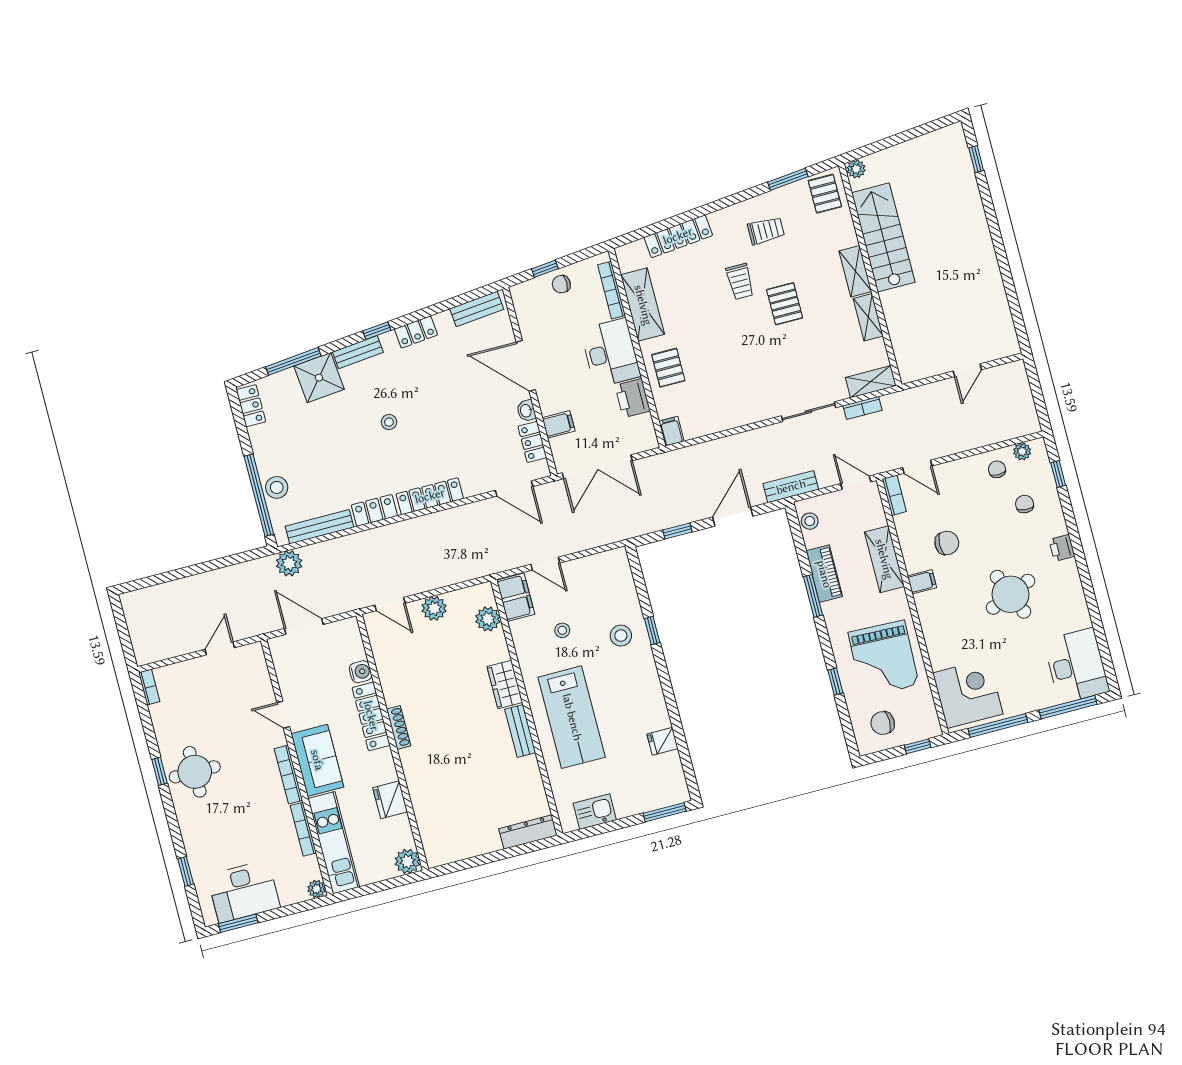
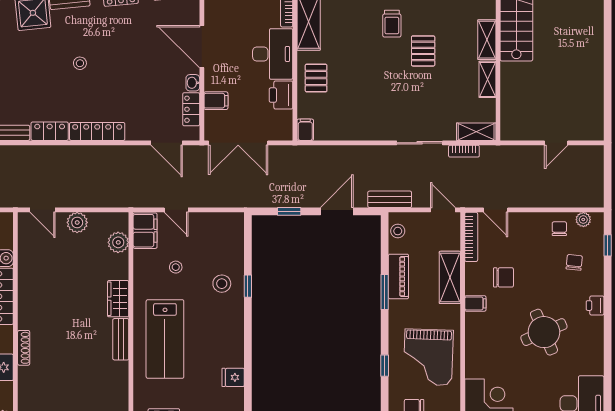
bookcase: (894, 495) -> (471, 237), width x1.56
shoe rack: (399, 727) -> (24, 348), moved

